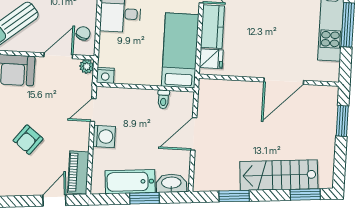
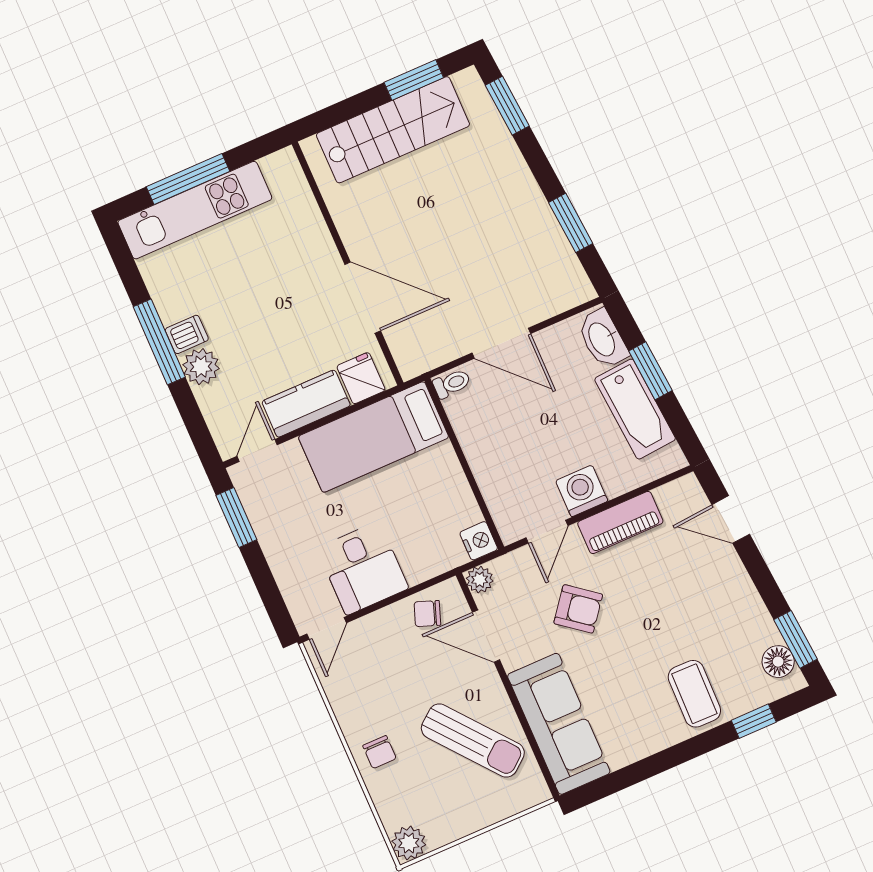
door: (284, 81) -> (363, 298), moved
toilet: (163, 99) -> (452, 383), moved
door: (93, 110) -> (547, 532), hinge flipped
window: (342, 121) -> (414, 80), moved
armchair: (28, 140) -> (578, 609), moved
piano: (78, 172) -> (620, 522), moved
stairs: (279, 175) -> (393, 130), moved, turned -85

